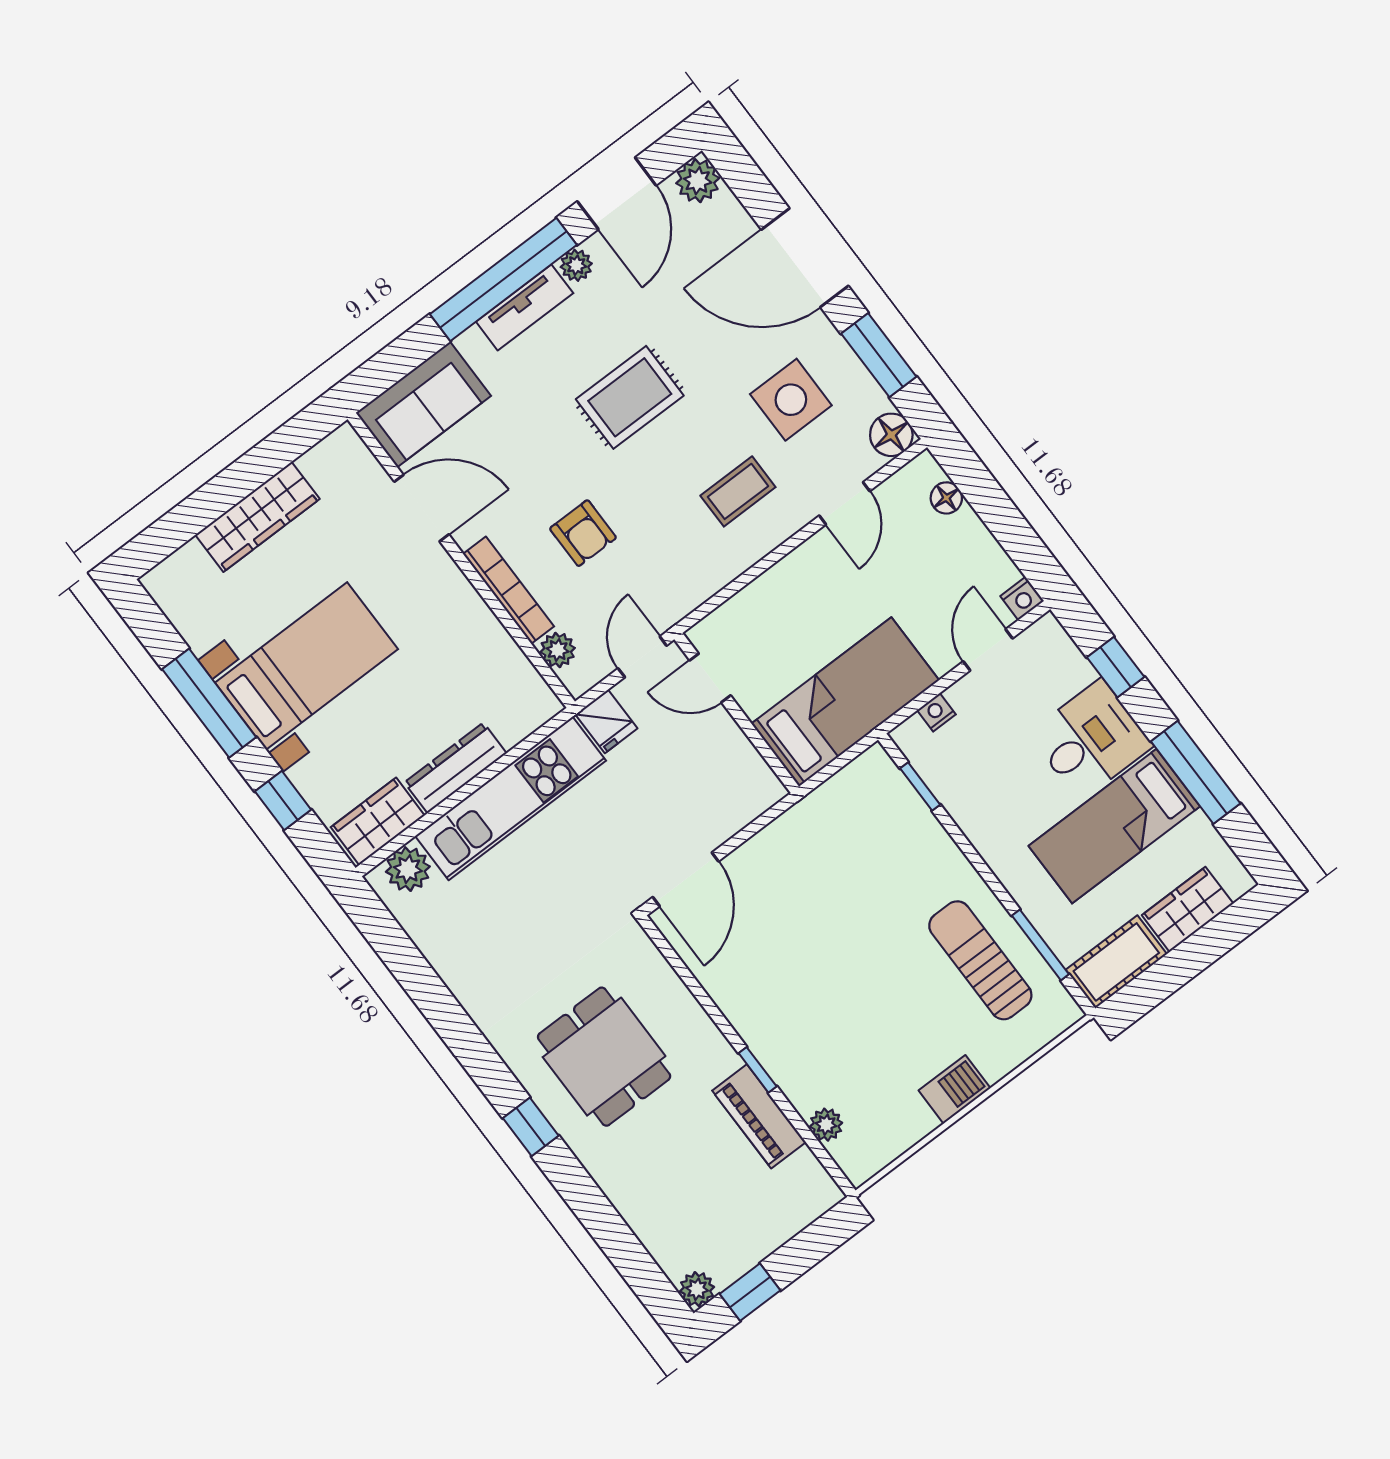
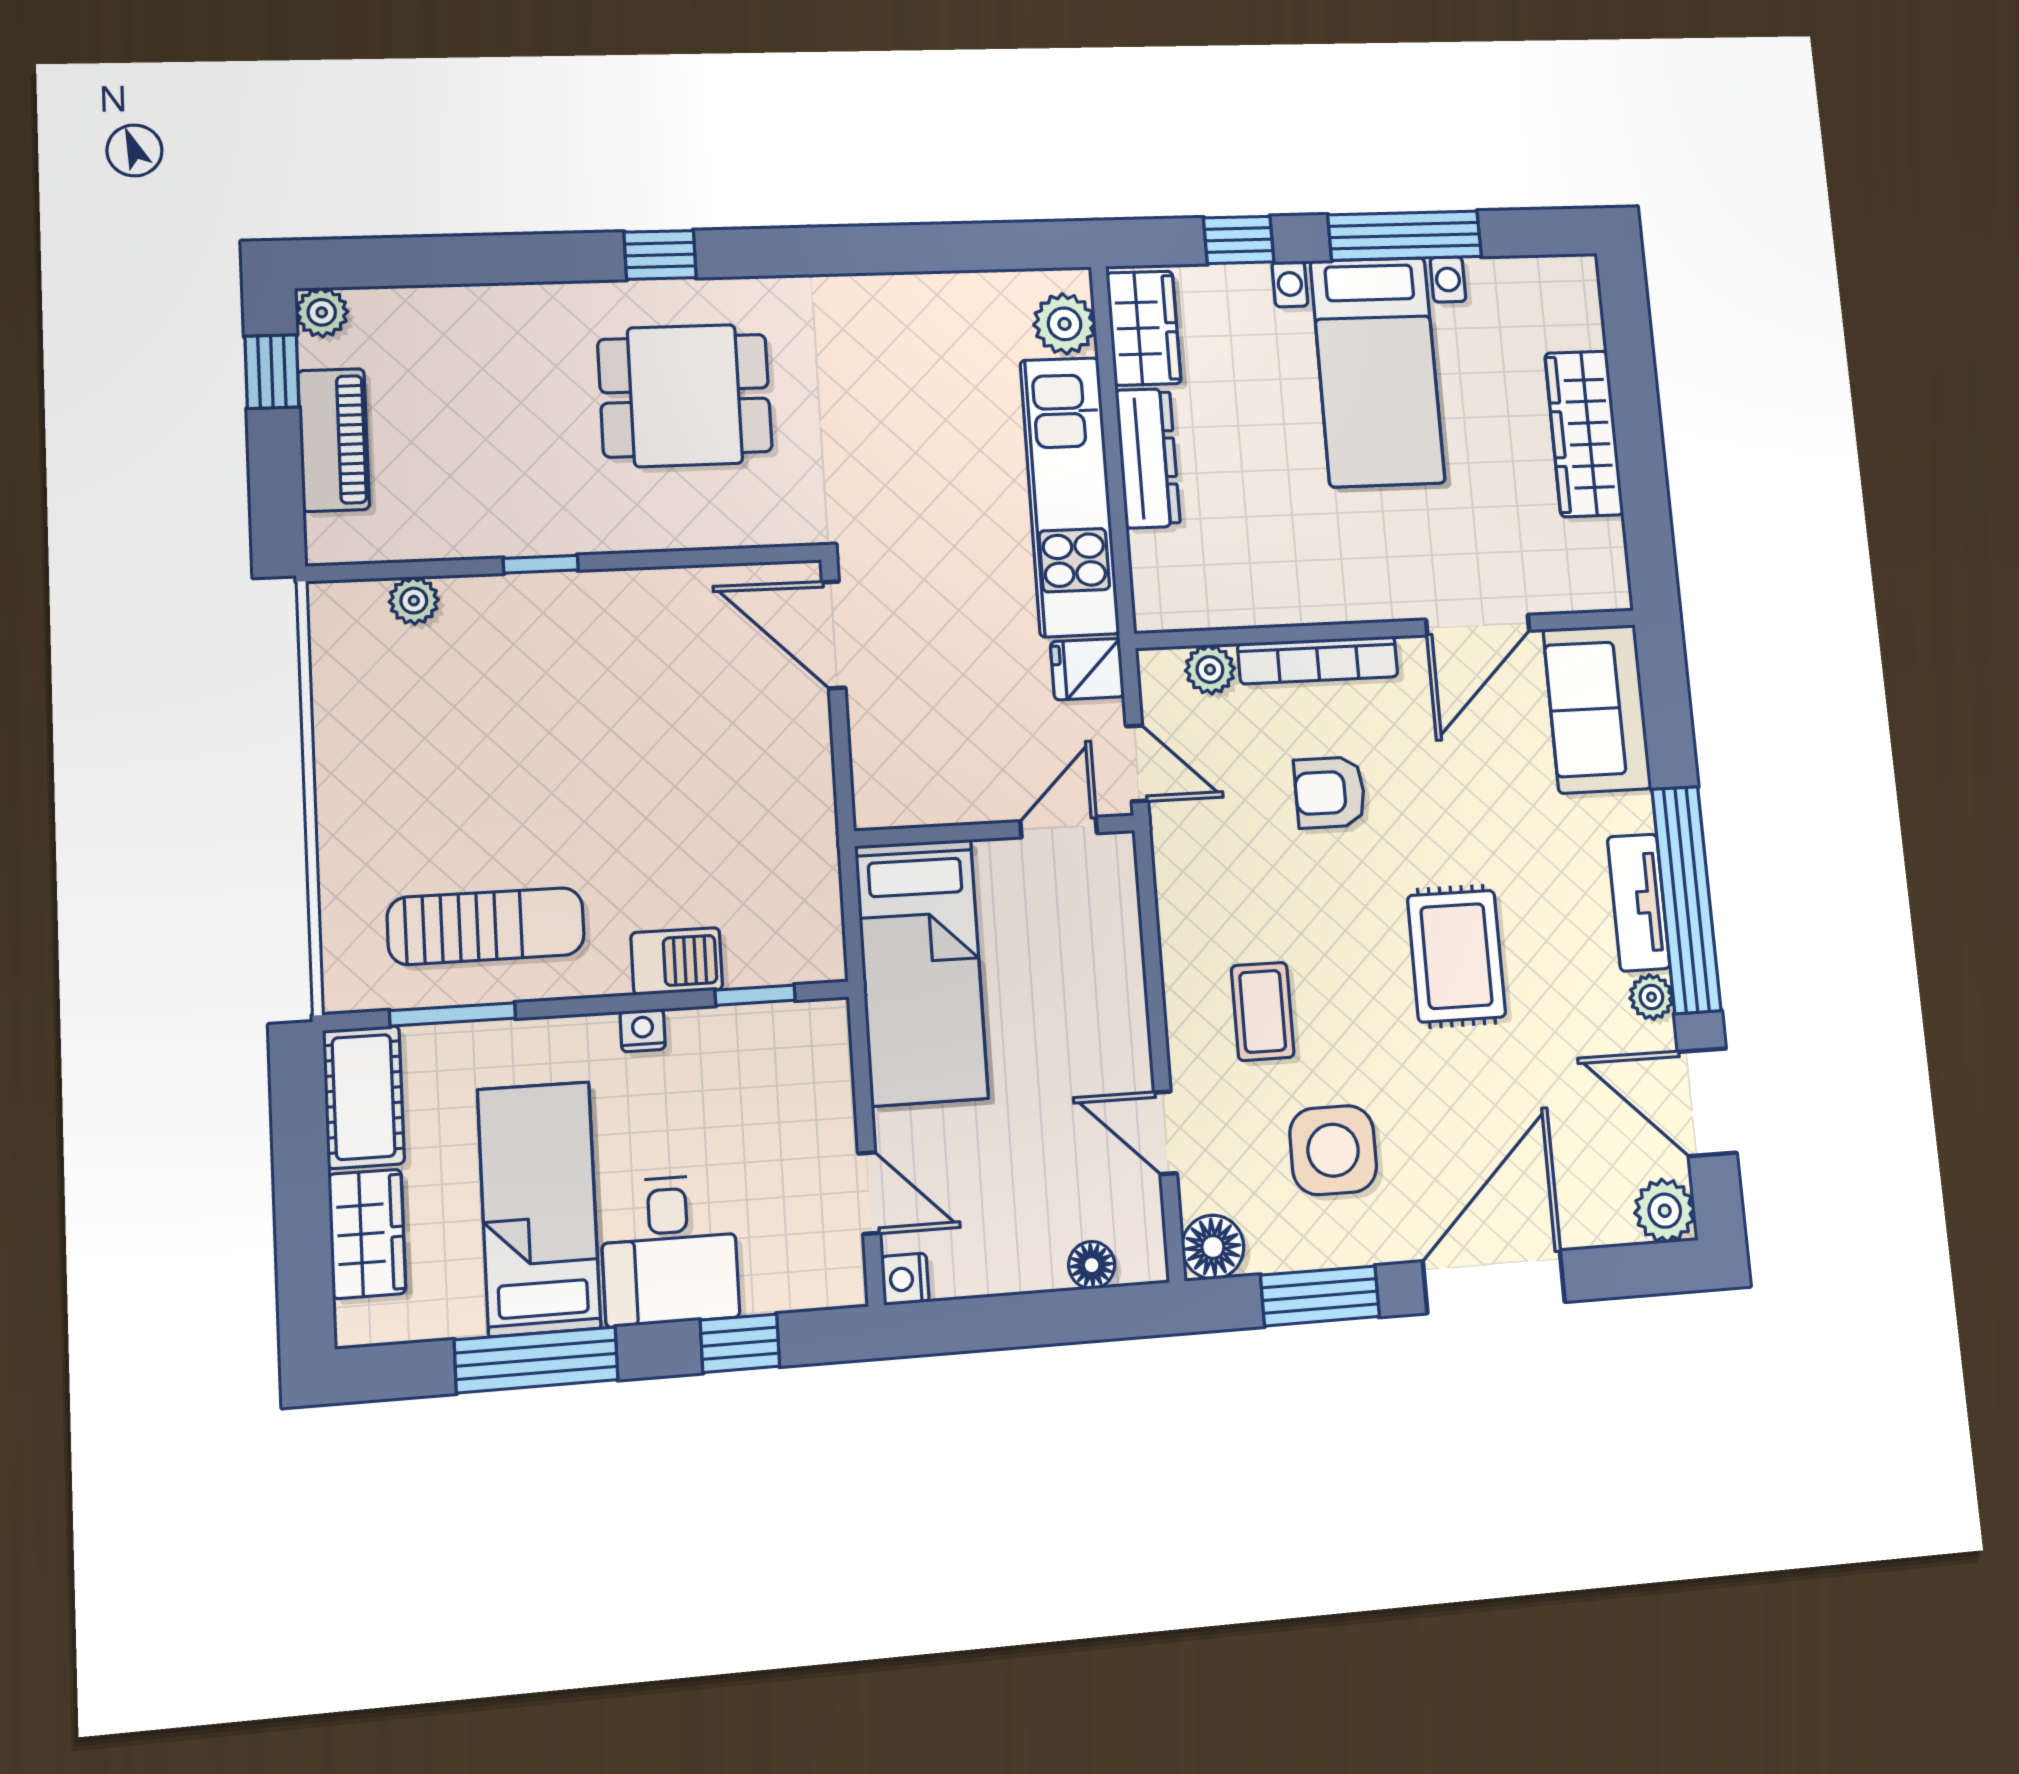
nightstand: (936, 712) -> (643, 1030), moved, turned -90
barbecue: (954, 1089) -> (677, 961), moved, turned -90
piano: (759, 1116) -> (334, 440), moved, turned 90

